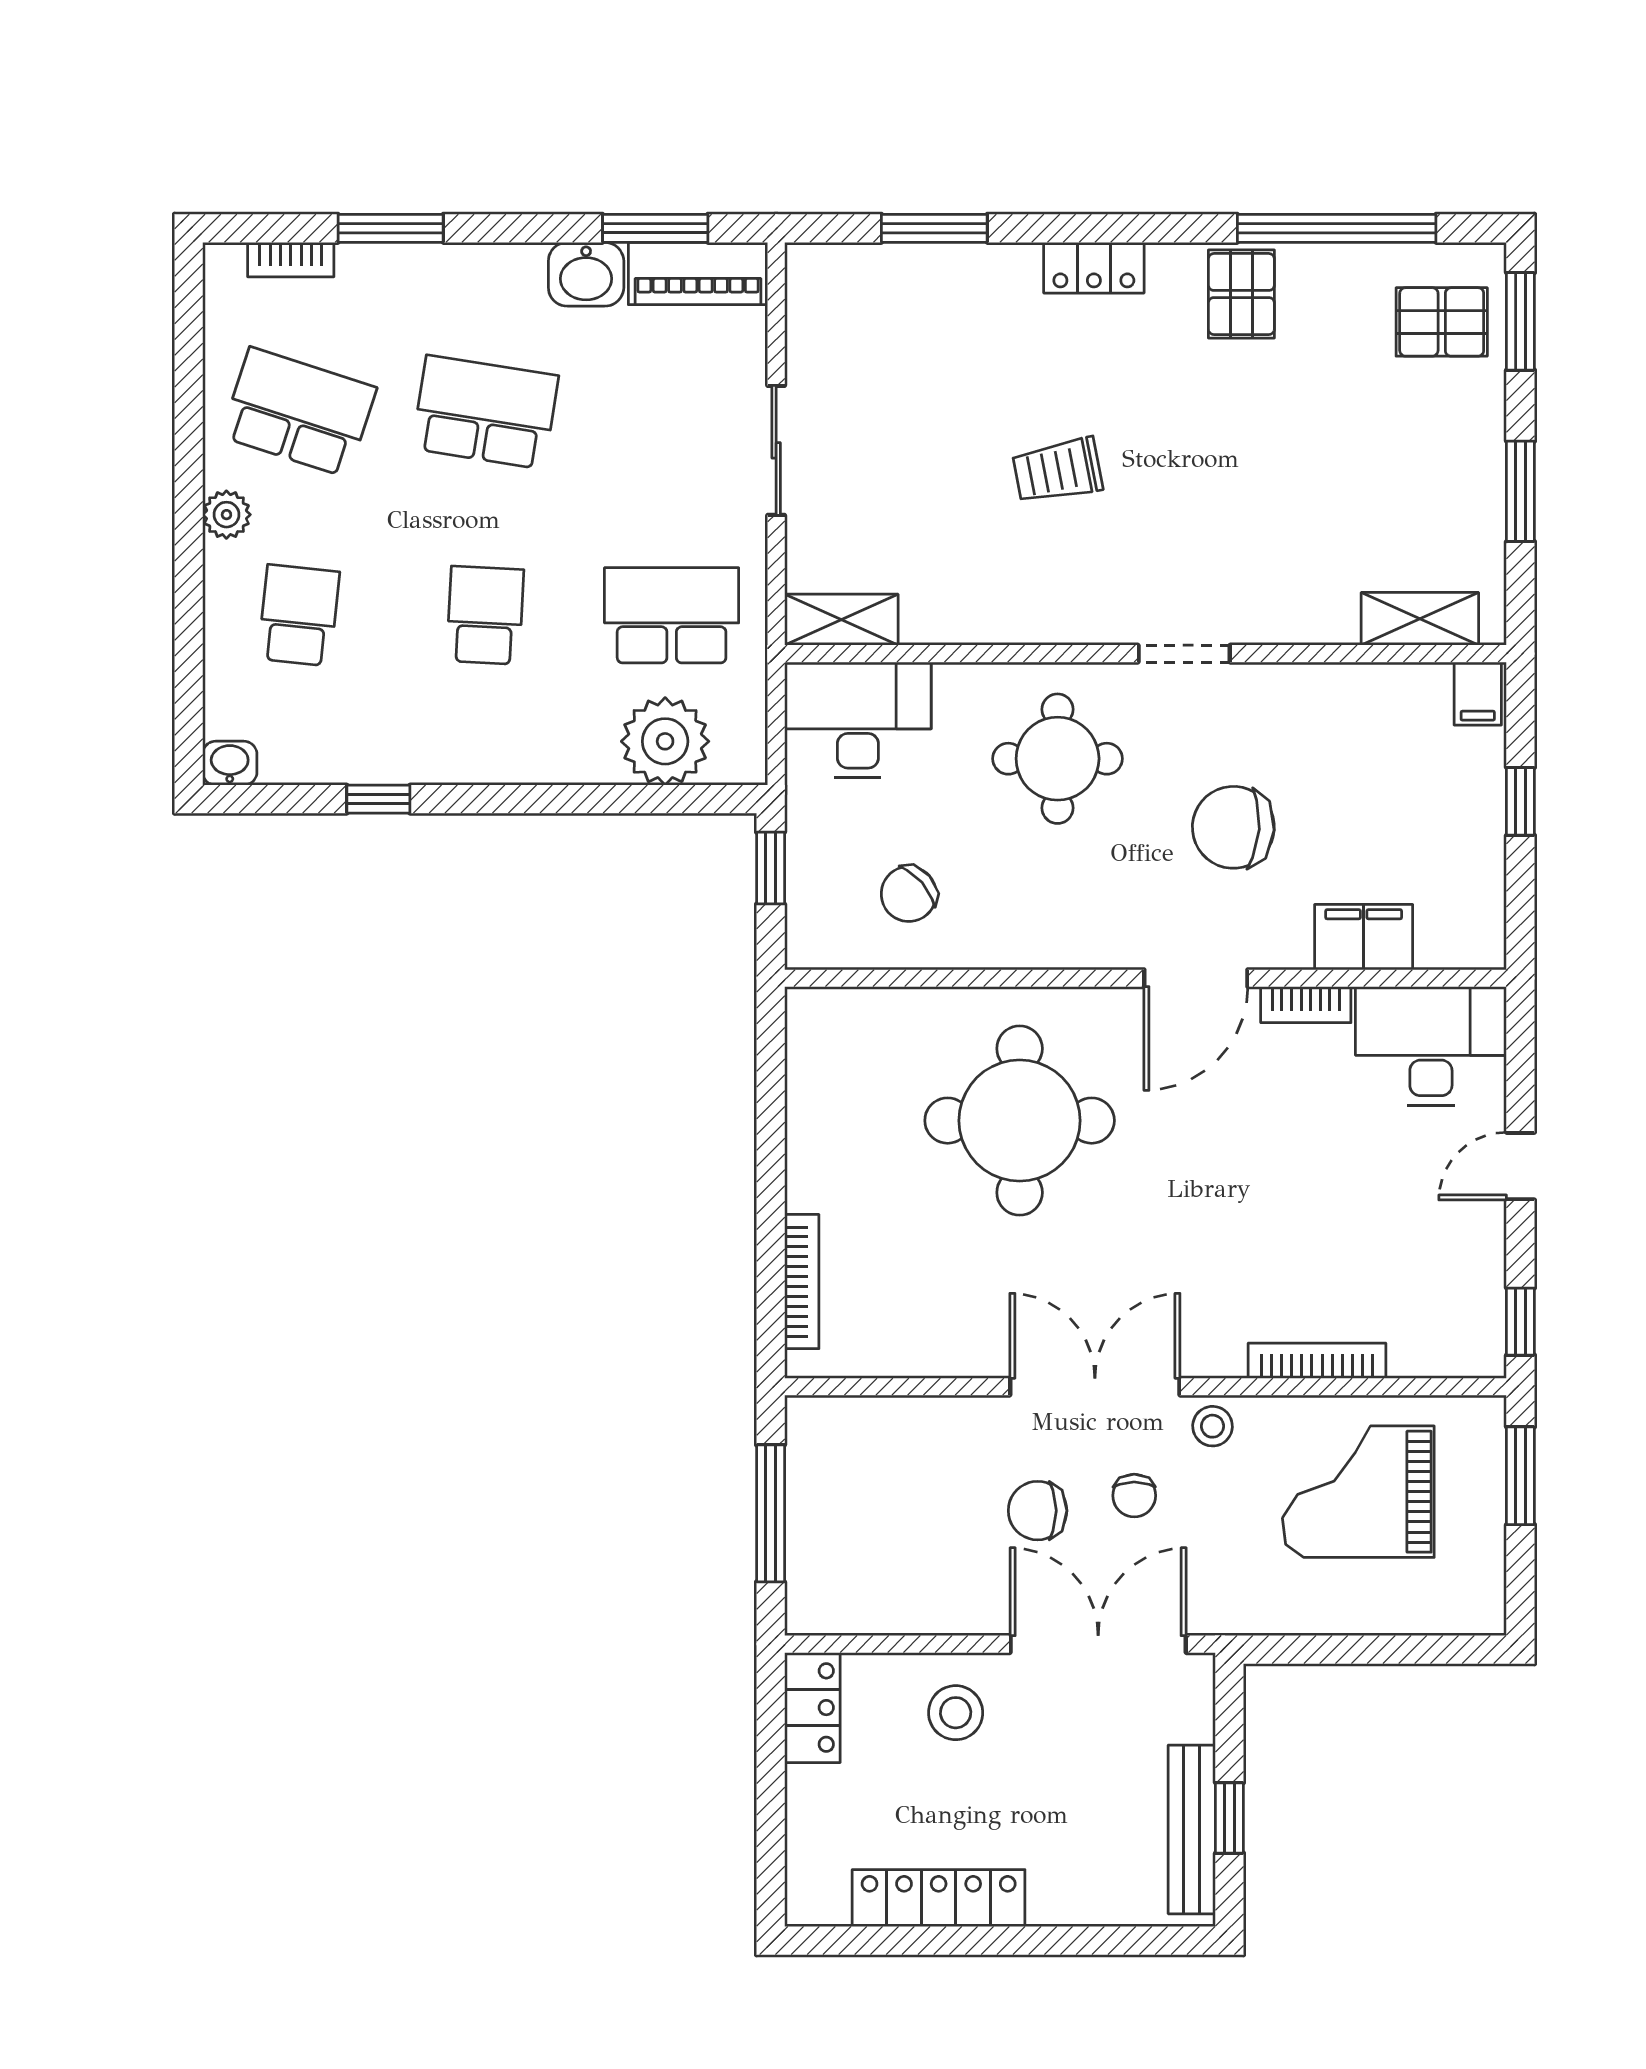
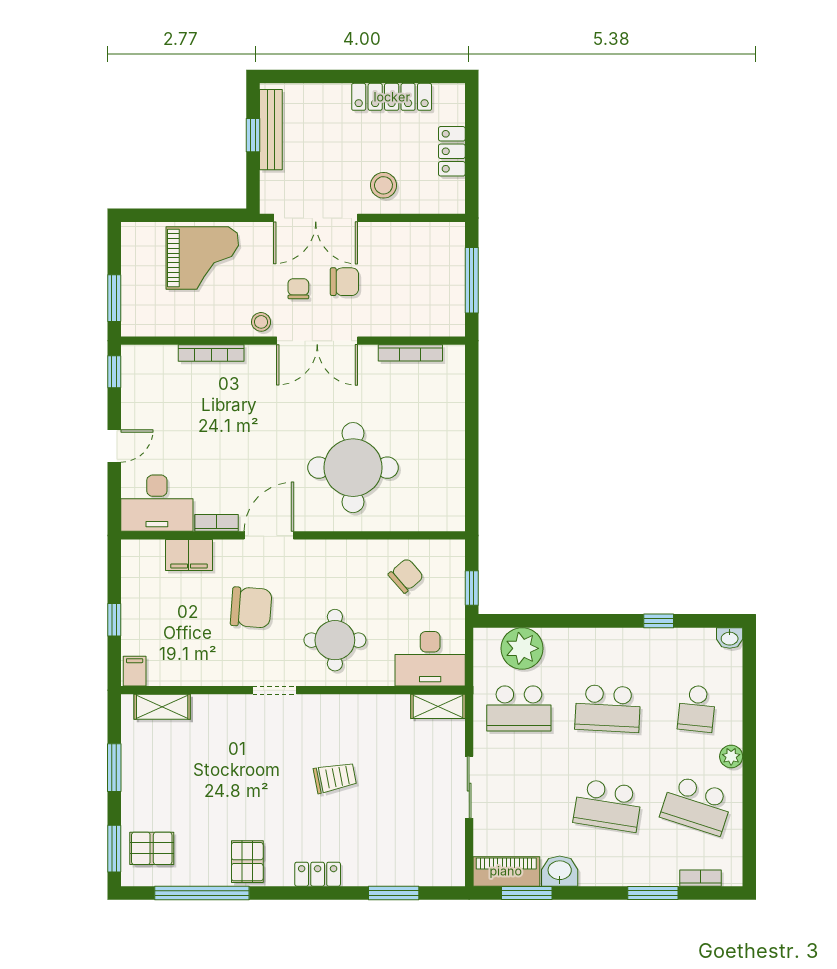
school desk: (485, 615) -> (608, 708), width x1.85
bookcase: (802, 1282) -> (410, 353), moved, turned -90
grand piano: (1358, 1492) -> (202, 258), moved
locker: (812, 1708) -> (452, 151), moved

